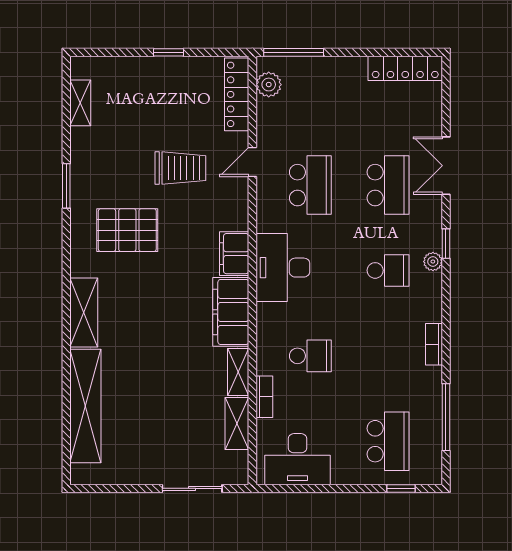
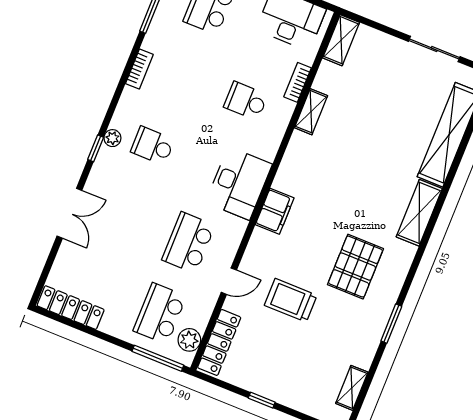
school desk: (388, 185) -> (160, 313), moved
pallet: (127, 230) -> (355, 267), turned 90
filing cabinet: (231, 312) -> (297, 164), removed
shelving: (237, 424) -> (341, 40), moved
sliding door: (192, 488) -> (434, 49), moved

